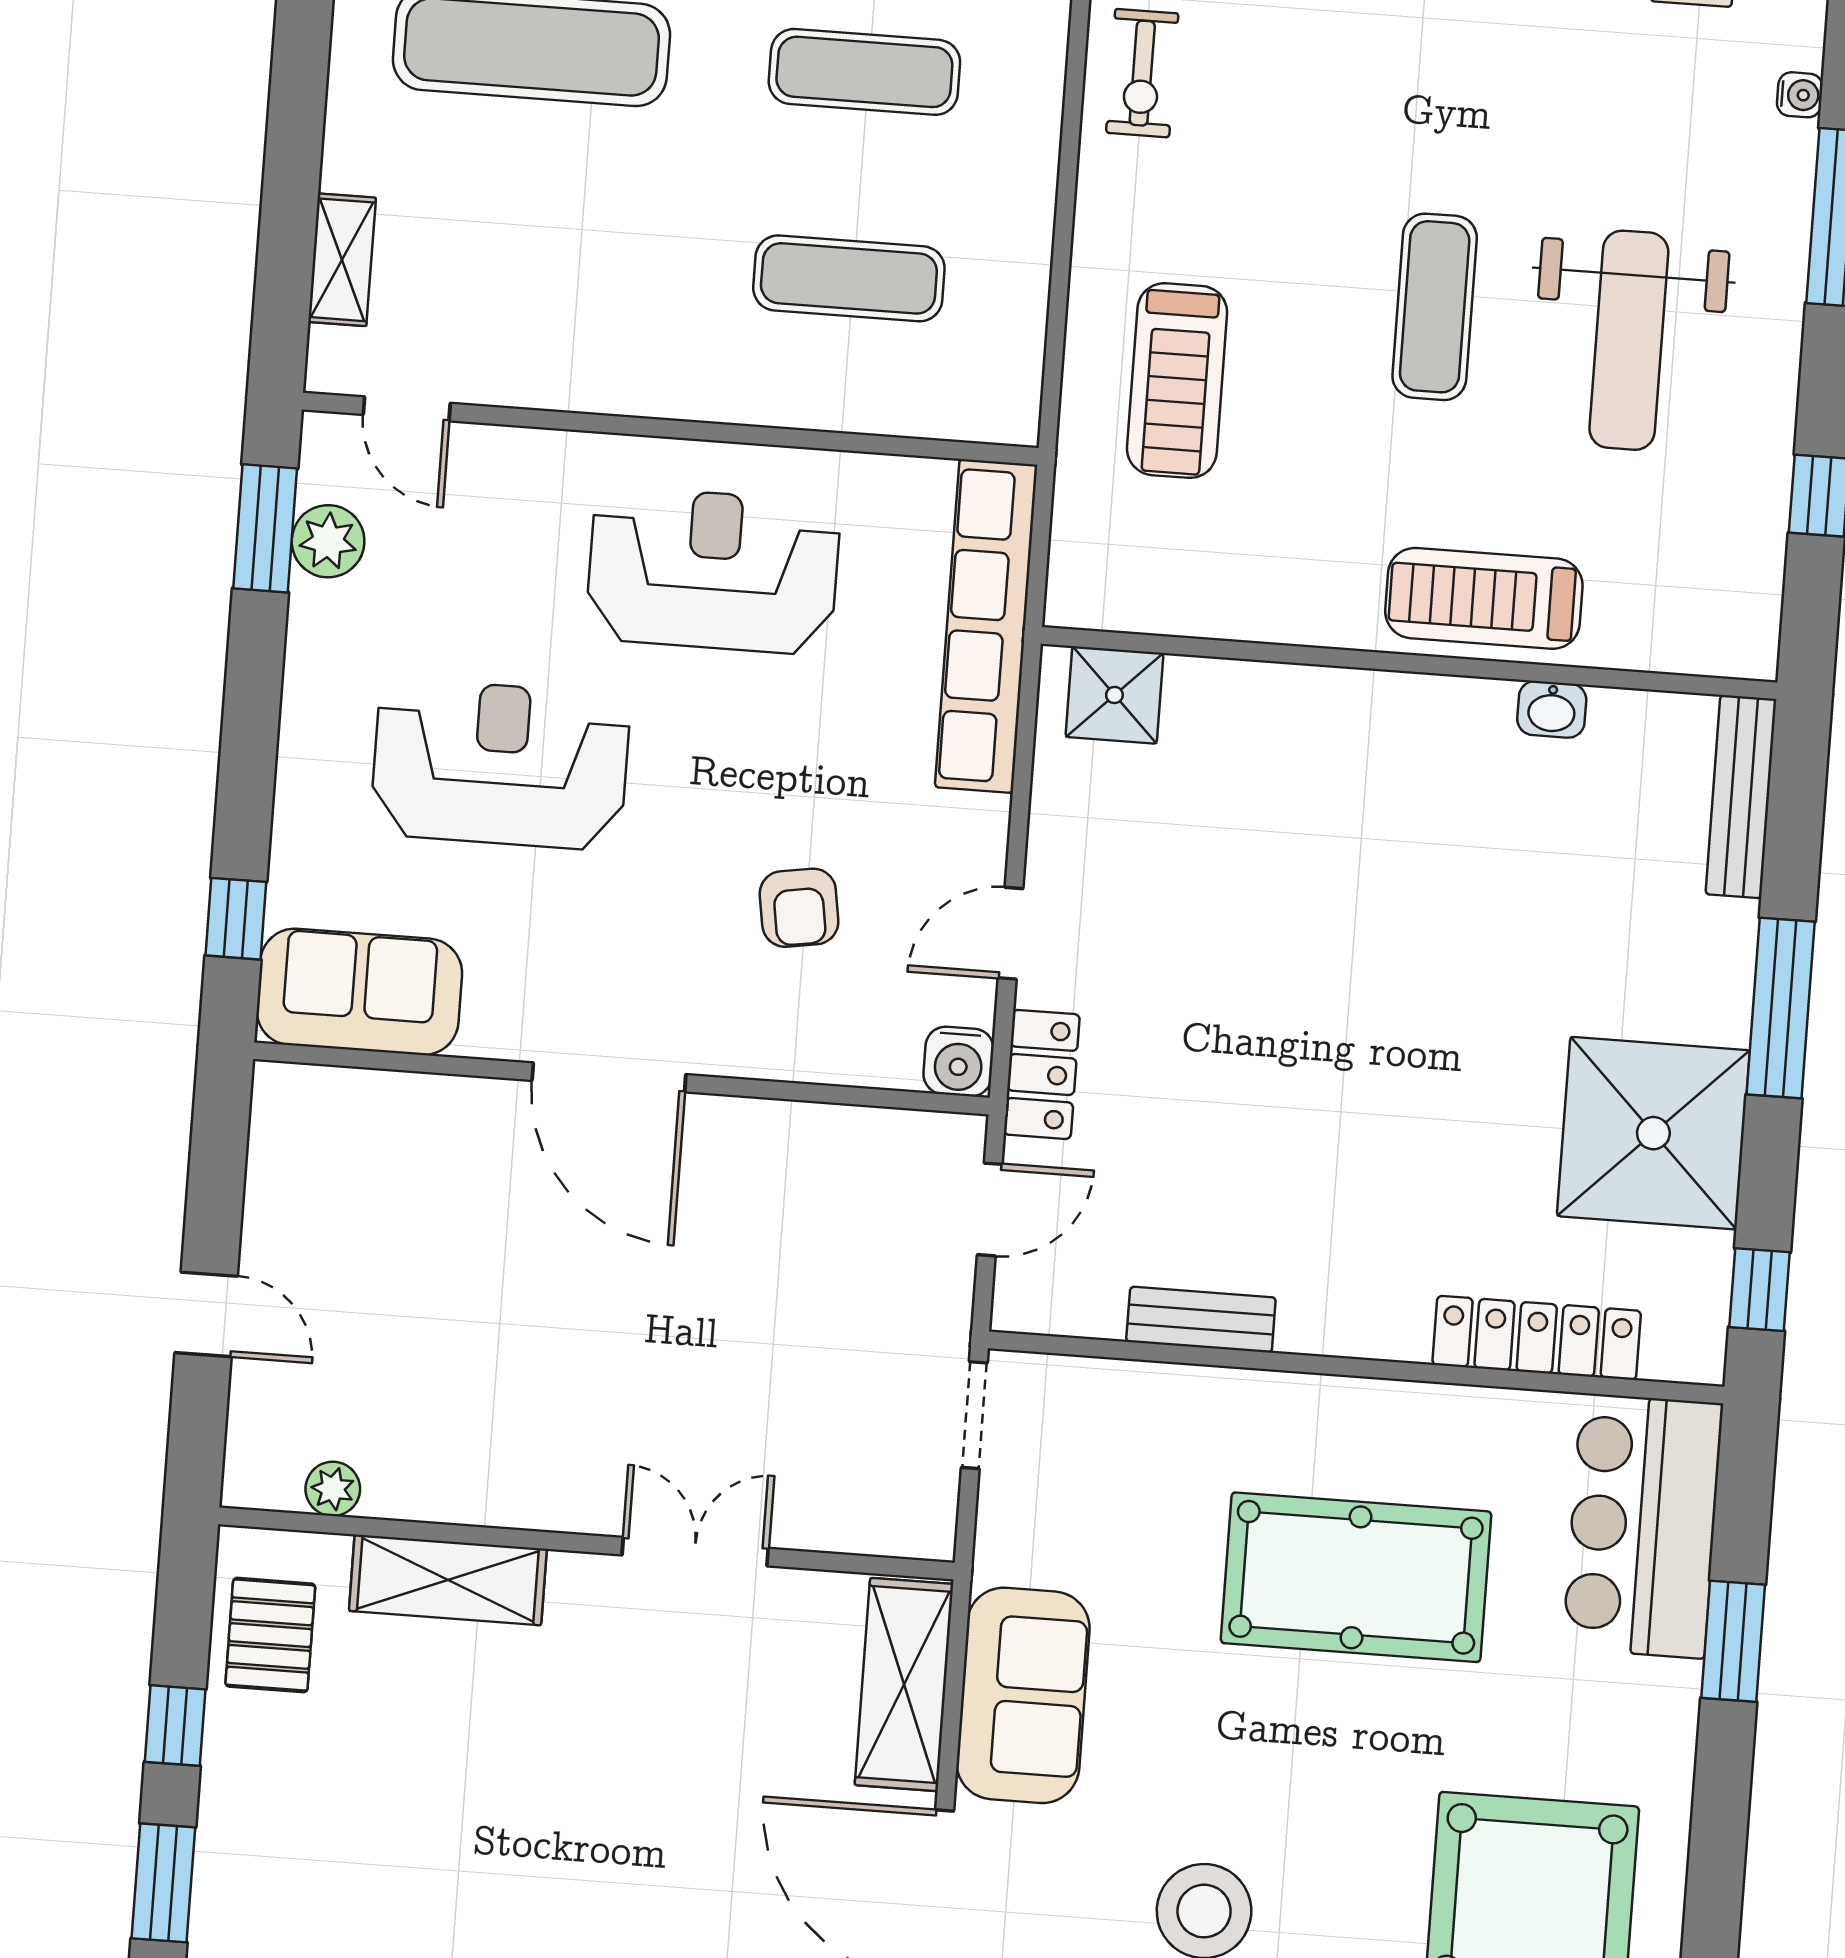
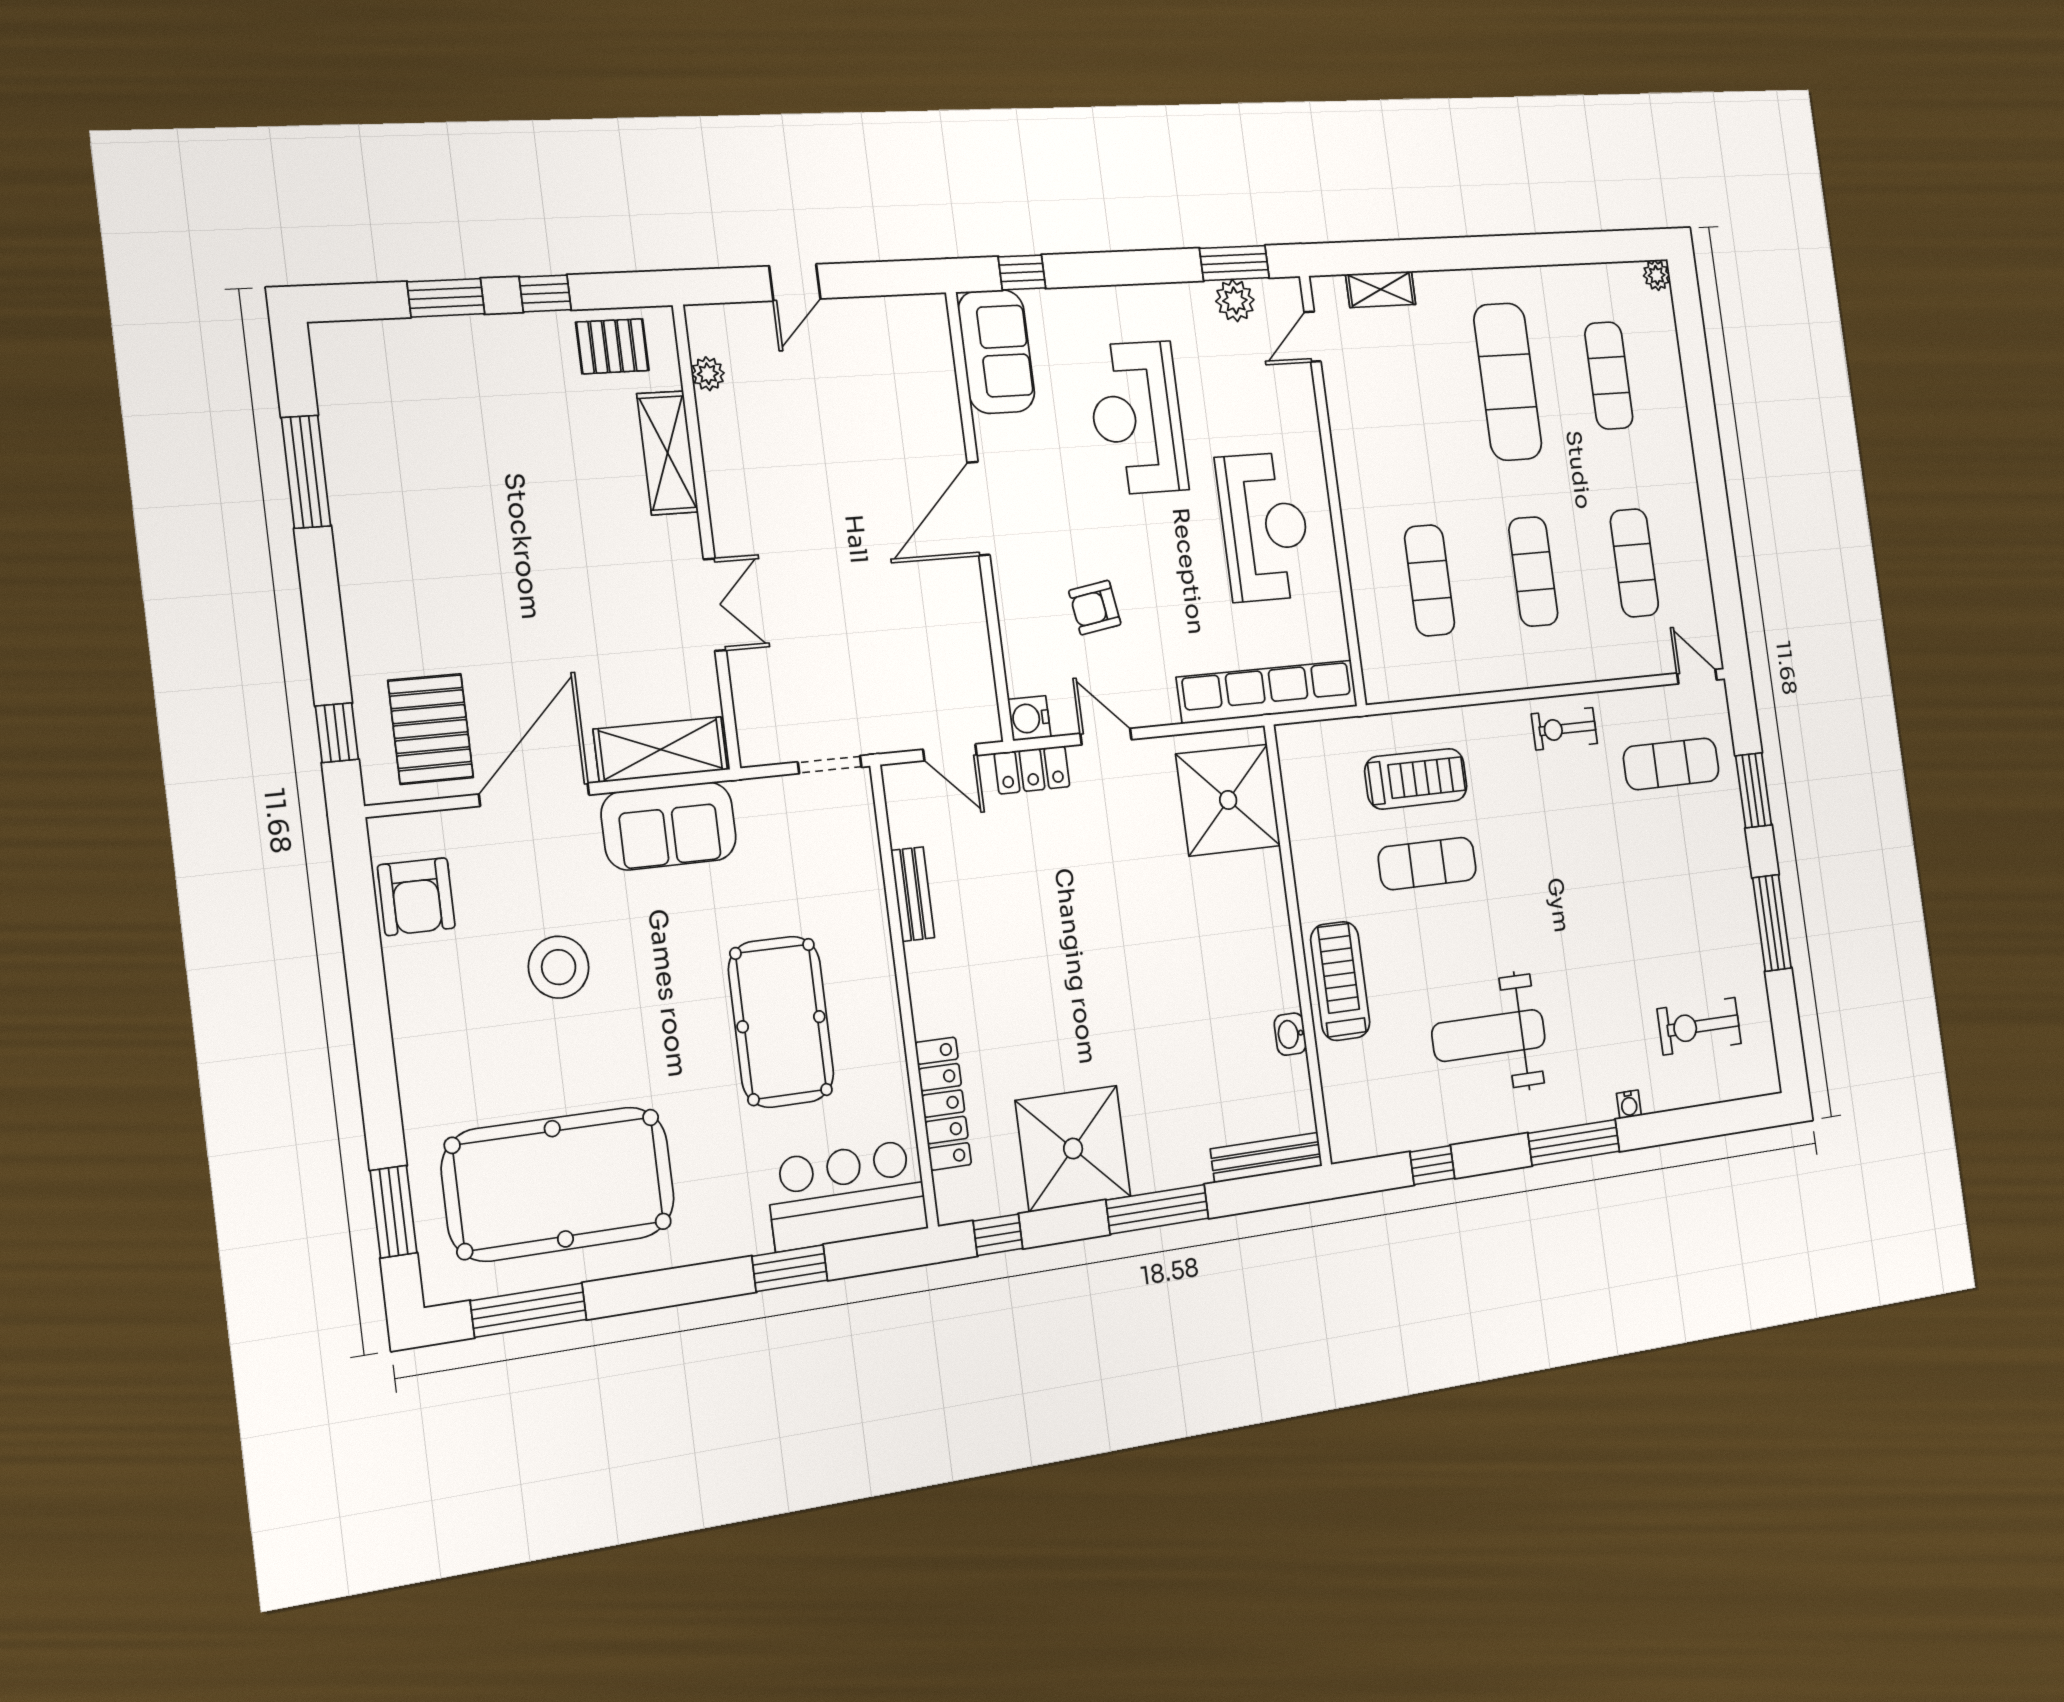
exercise mat: (1435, 307) -> (1427, 864), moved
treadmill: (1177, 381) -> (1416, 779), turned 180
shower: (1114, 695) -> (1228, 800), width x1.86, depth x1.86
reception desk: (500, 764) -> (1137, 418), turned 180

